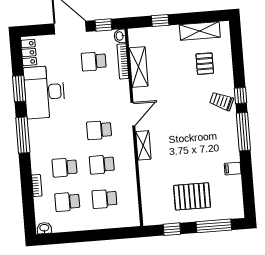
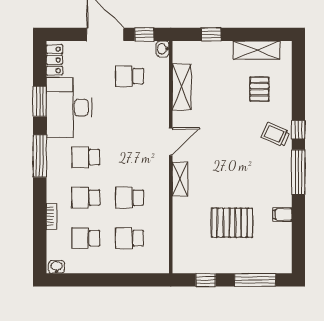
bookcase: (123, 61) -> (164, 79), removed
school desk: (99, 130) -> (86, 157), moved
pallet: (192, 196) -> (232, 223), moved

